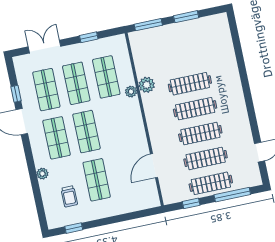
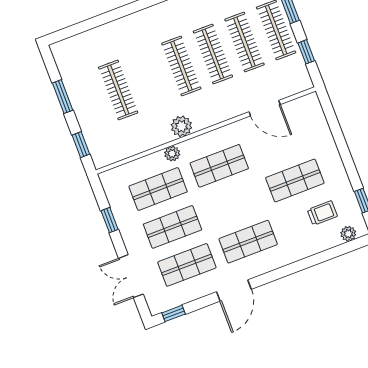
window: (148, 25) -> (81, 145), width x0.67
clothes rail: (190, 84) -> (118, 90), moved
plant: (147, 85) -> (181, 126), moved
window: (16, 94) -> (174, 313), moved
shop shelf: (86, 132) -> (219, 166), moved
plant: (42, 174) -> (348, 234), moved

